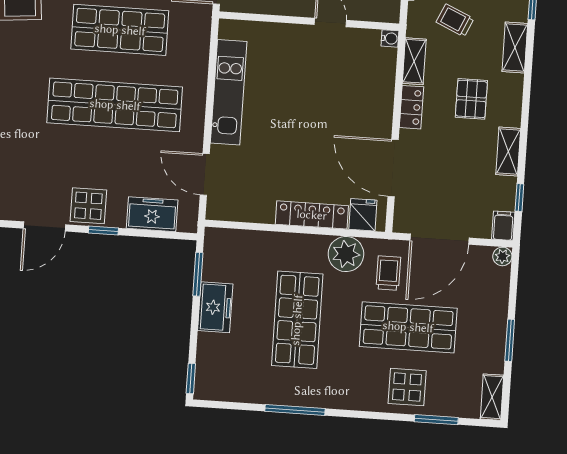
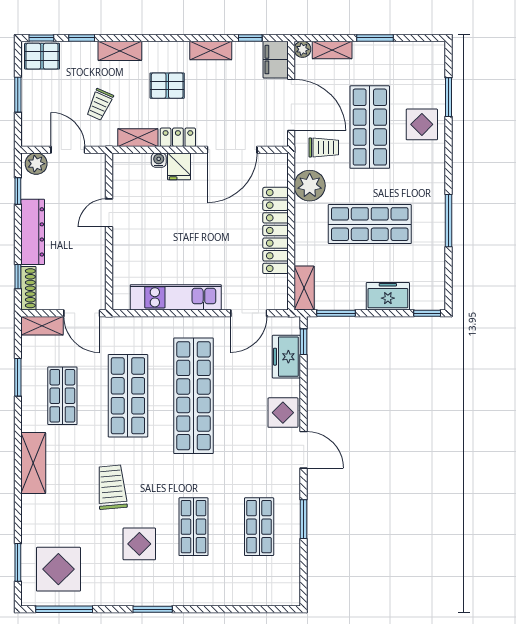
water cooler: (390, 38) -> (159, 160), moved
locker: (312, 215) -> (275, 230), width x1.41, depth x1.21
fridge: (363, 215) -> (179, 166), moved, turned -90
filing cabinet: (503, 226) -> (276, 60), width x2.00
window: (103, 230) -> (304, 342), moved
shelving: (229, 240) -> (304, 288), added
trolley: (388, 273) -> (324, 148), turned 180
freezer: (215, 307) -> (388, 296), moved
shelving: (492, 397) -> (332, 50), moved

